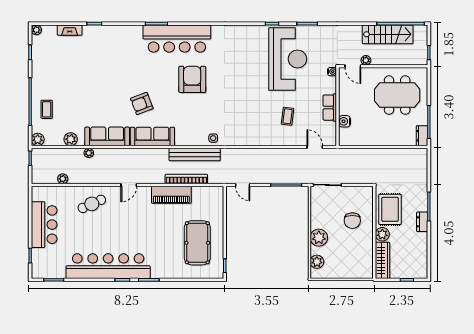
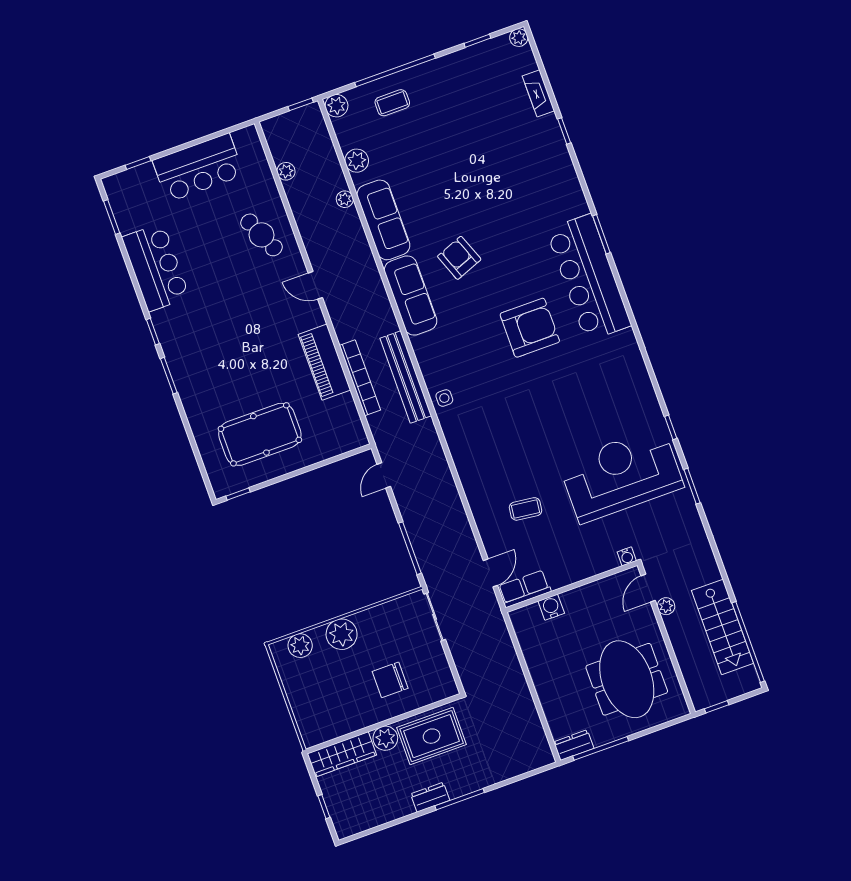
reception desk: (288, 59) -> (621, 475), turned 180
row of seats: (330, 108) -> (524, 589), moved
bar counter: (108, 266) -> (156, 267), width x0.54

